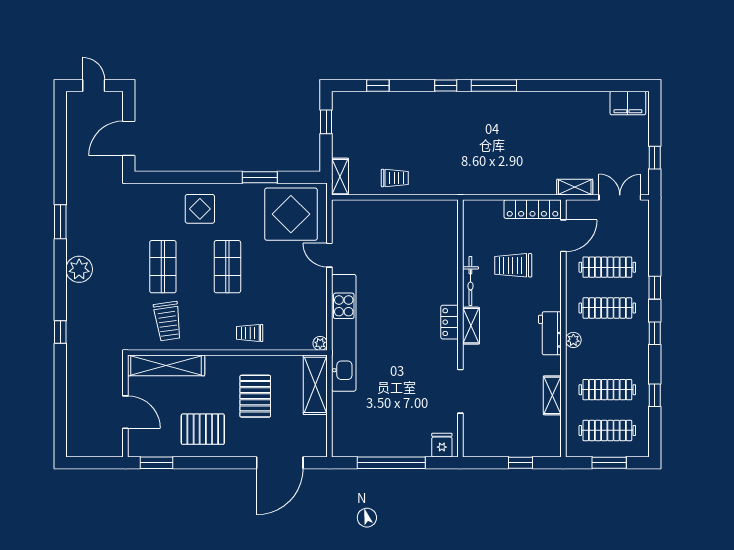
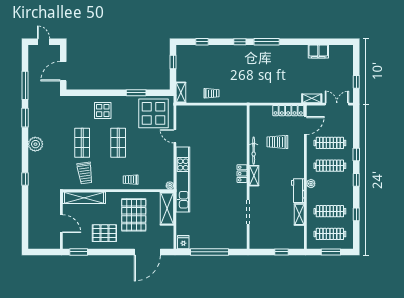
filing cabinet: (628, 103) -> (318, 51), moved
window: (60, 164) -> (25, 85), added
workbench: (550, 333) -> (298, 191), moved
pallet: (255, 396) -> (134, 215), width x1.37, depth x1.41
fridge: (442, 445) -> (183, 242), moved

